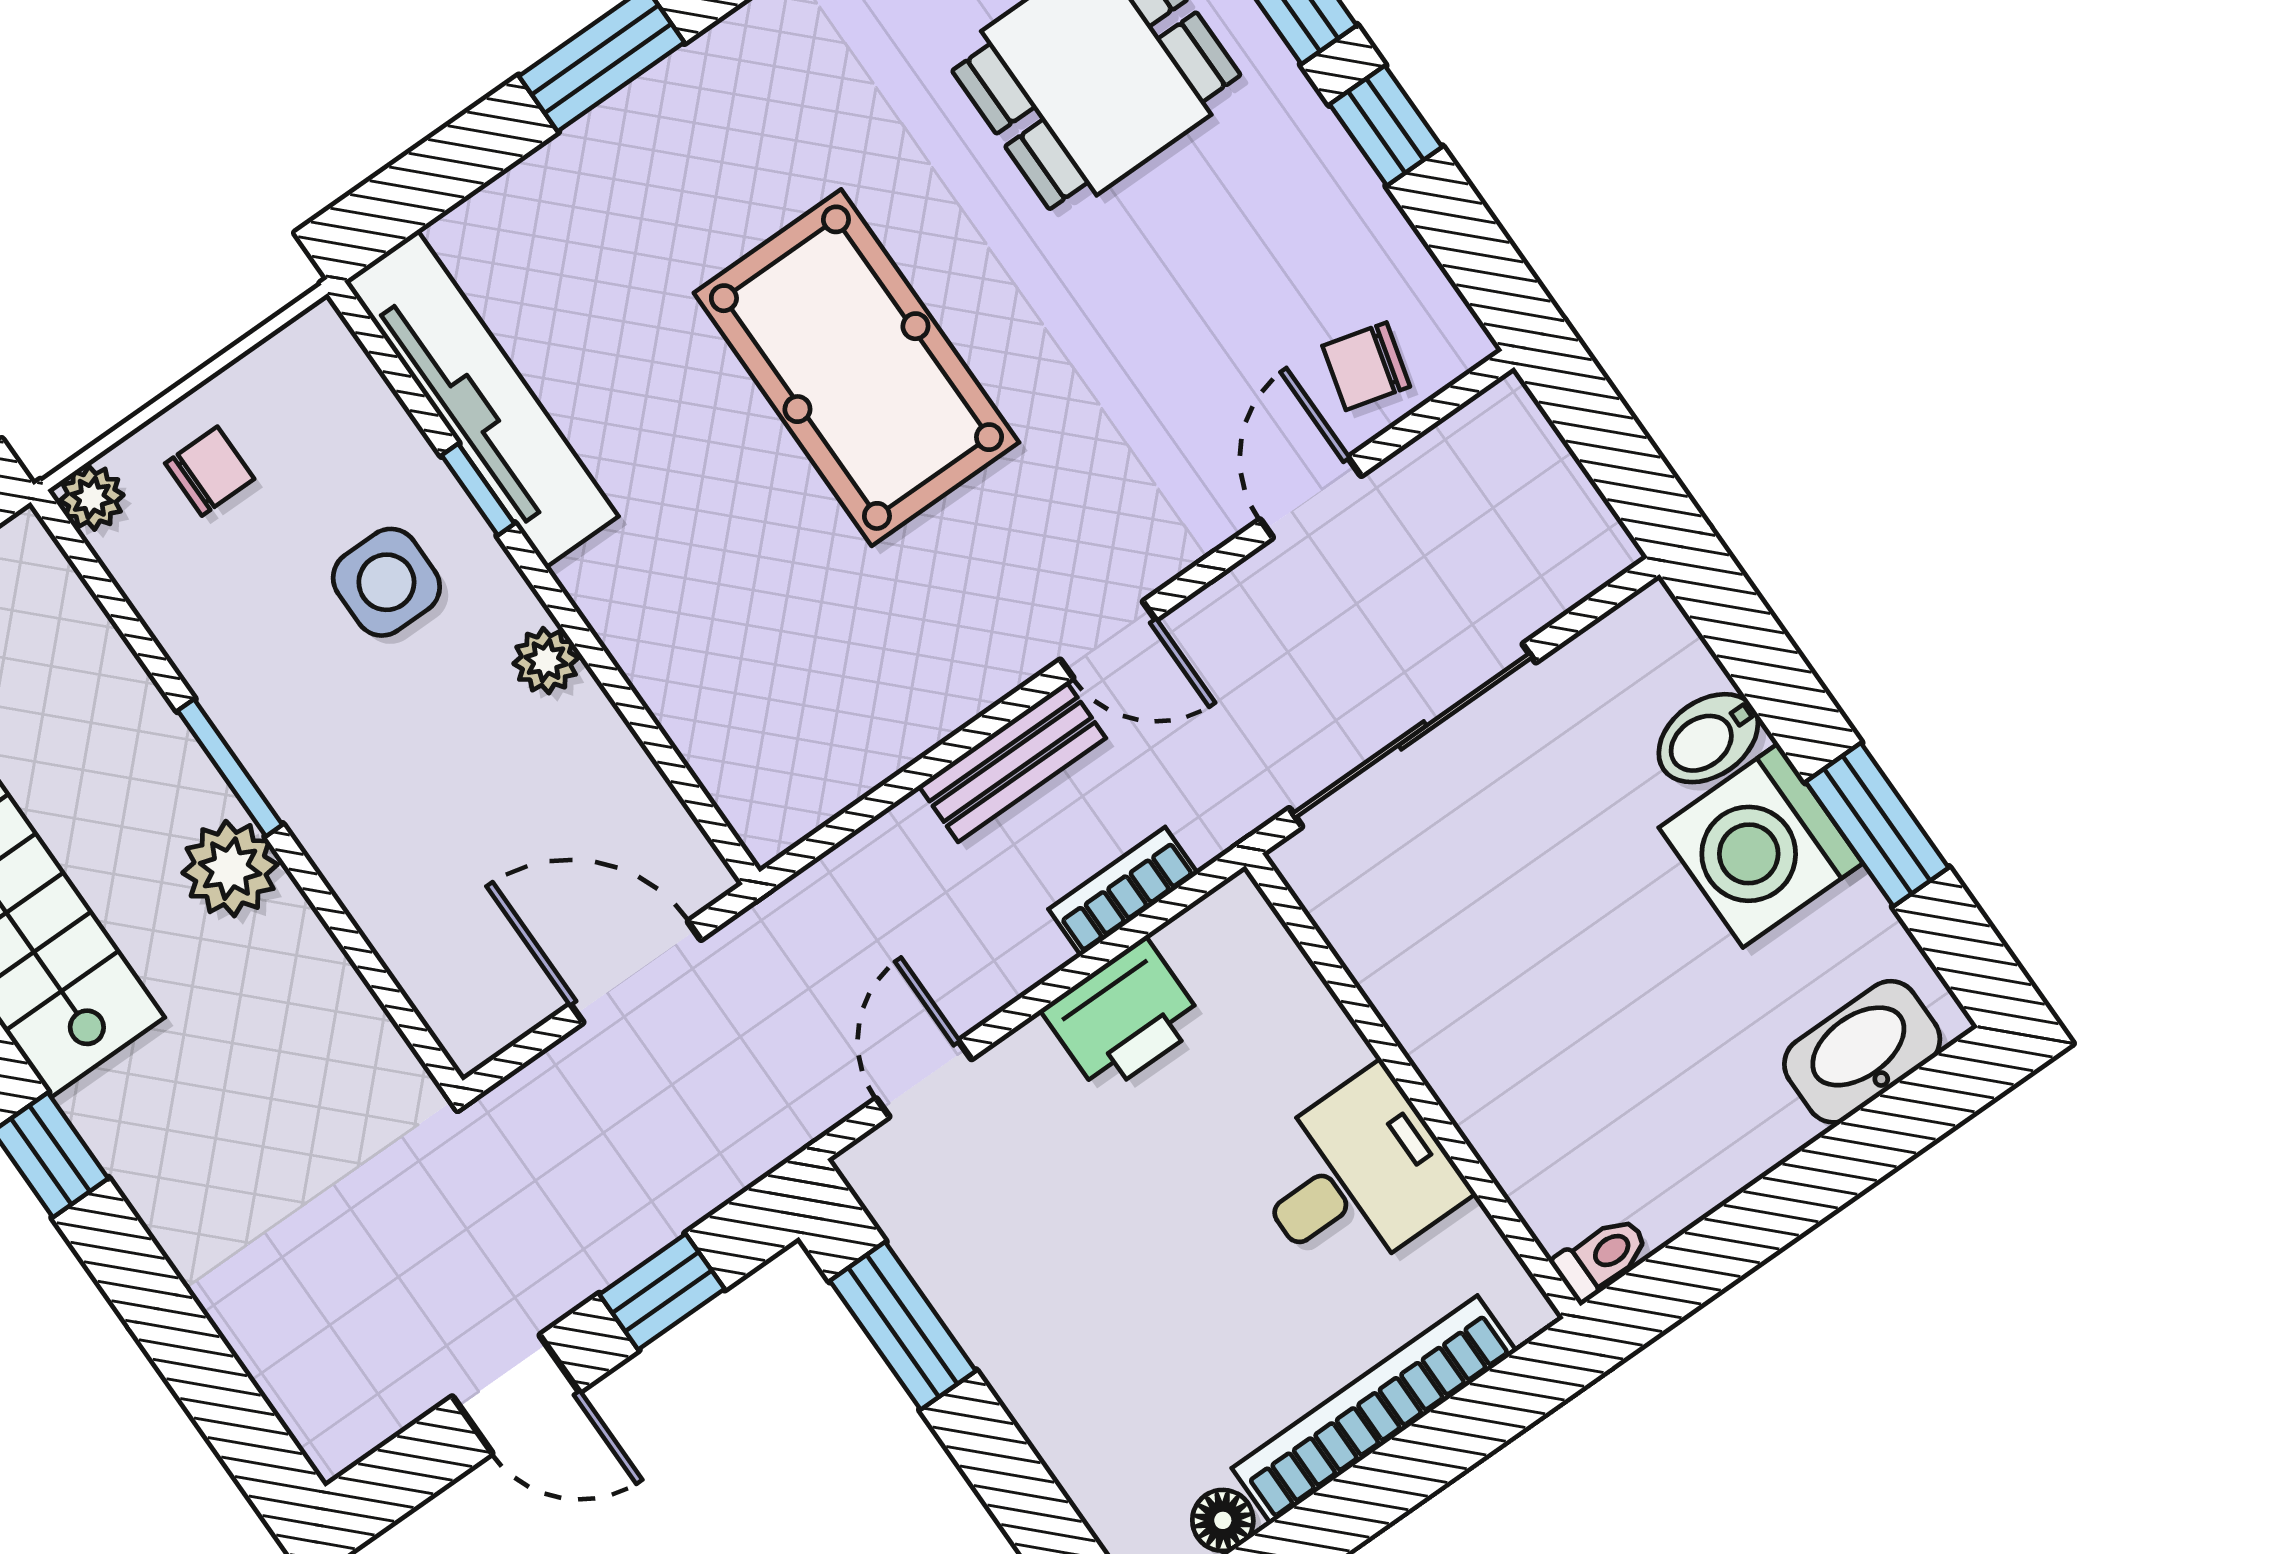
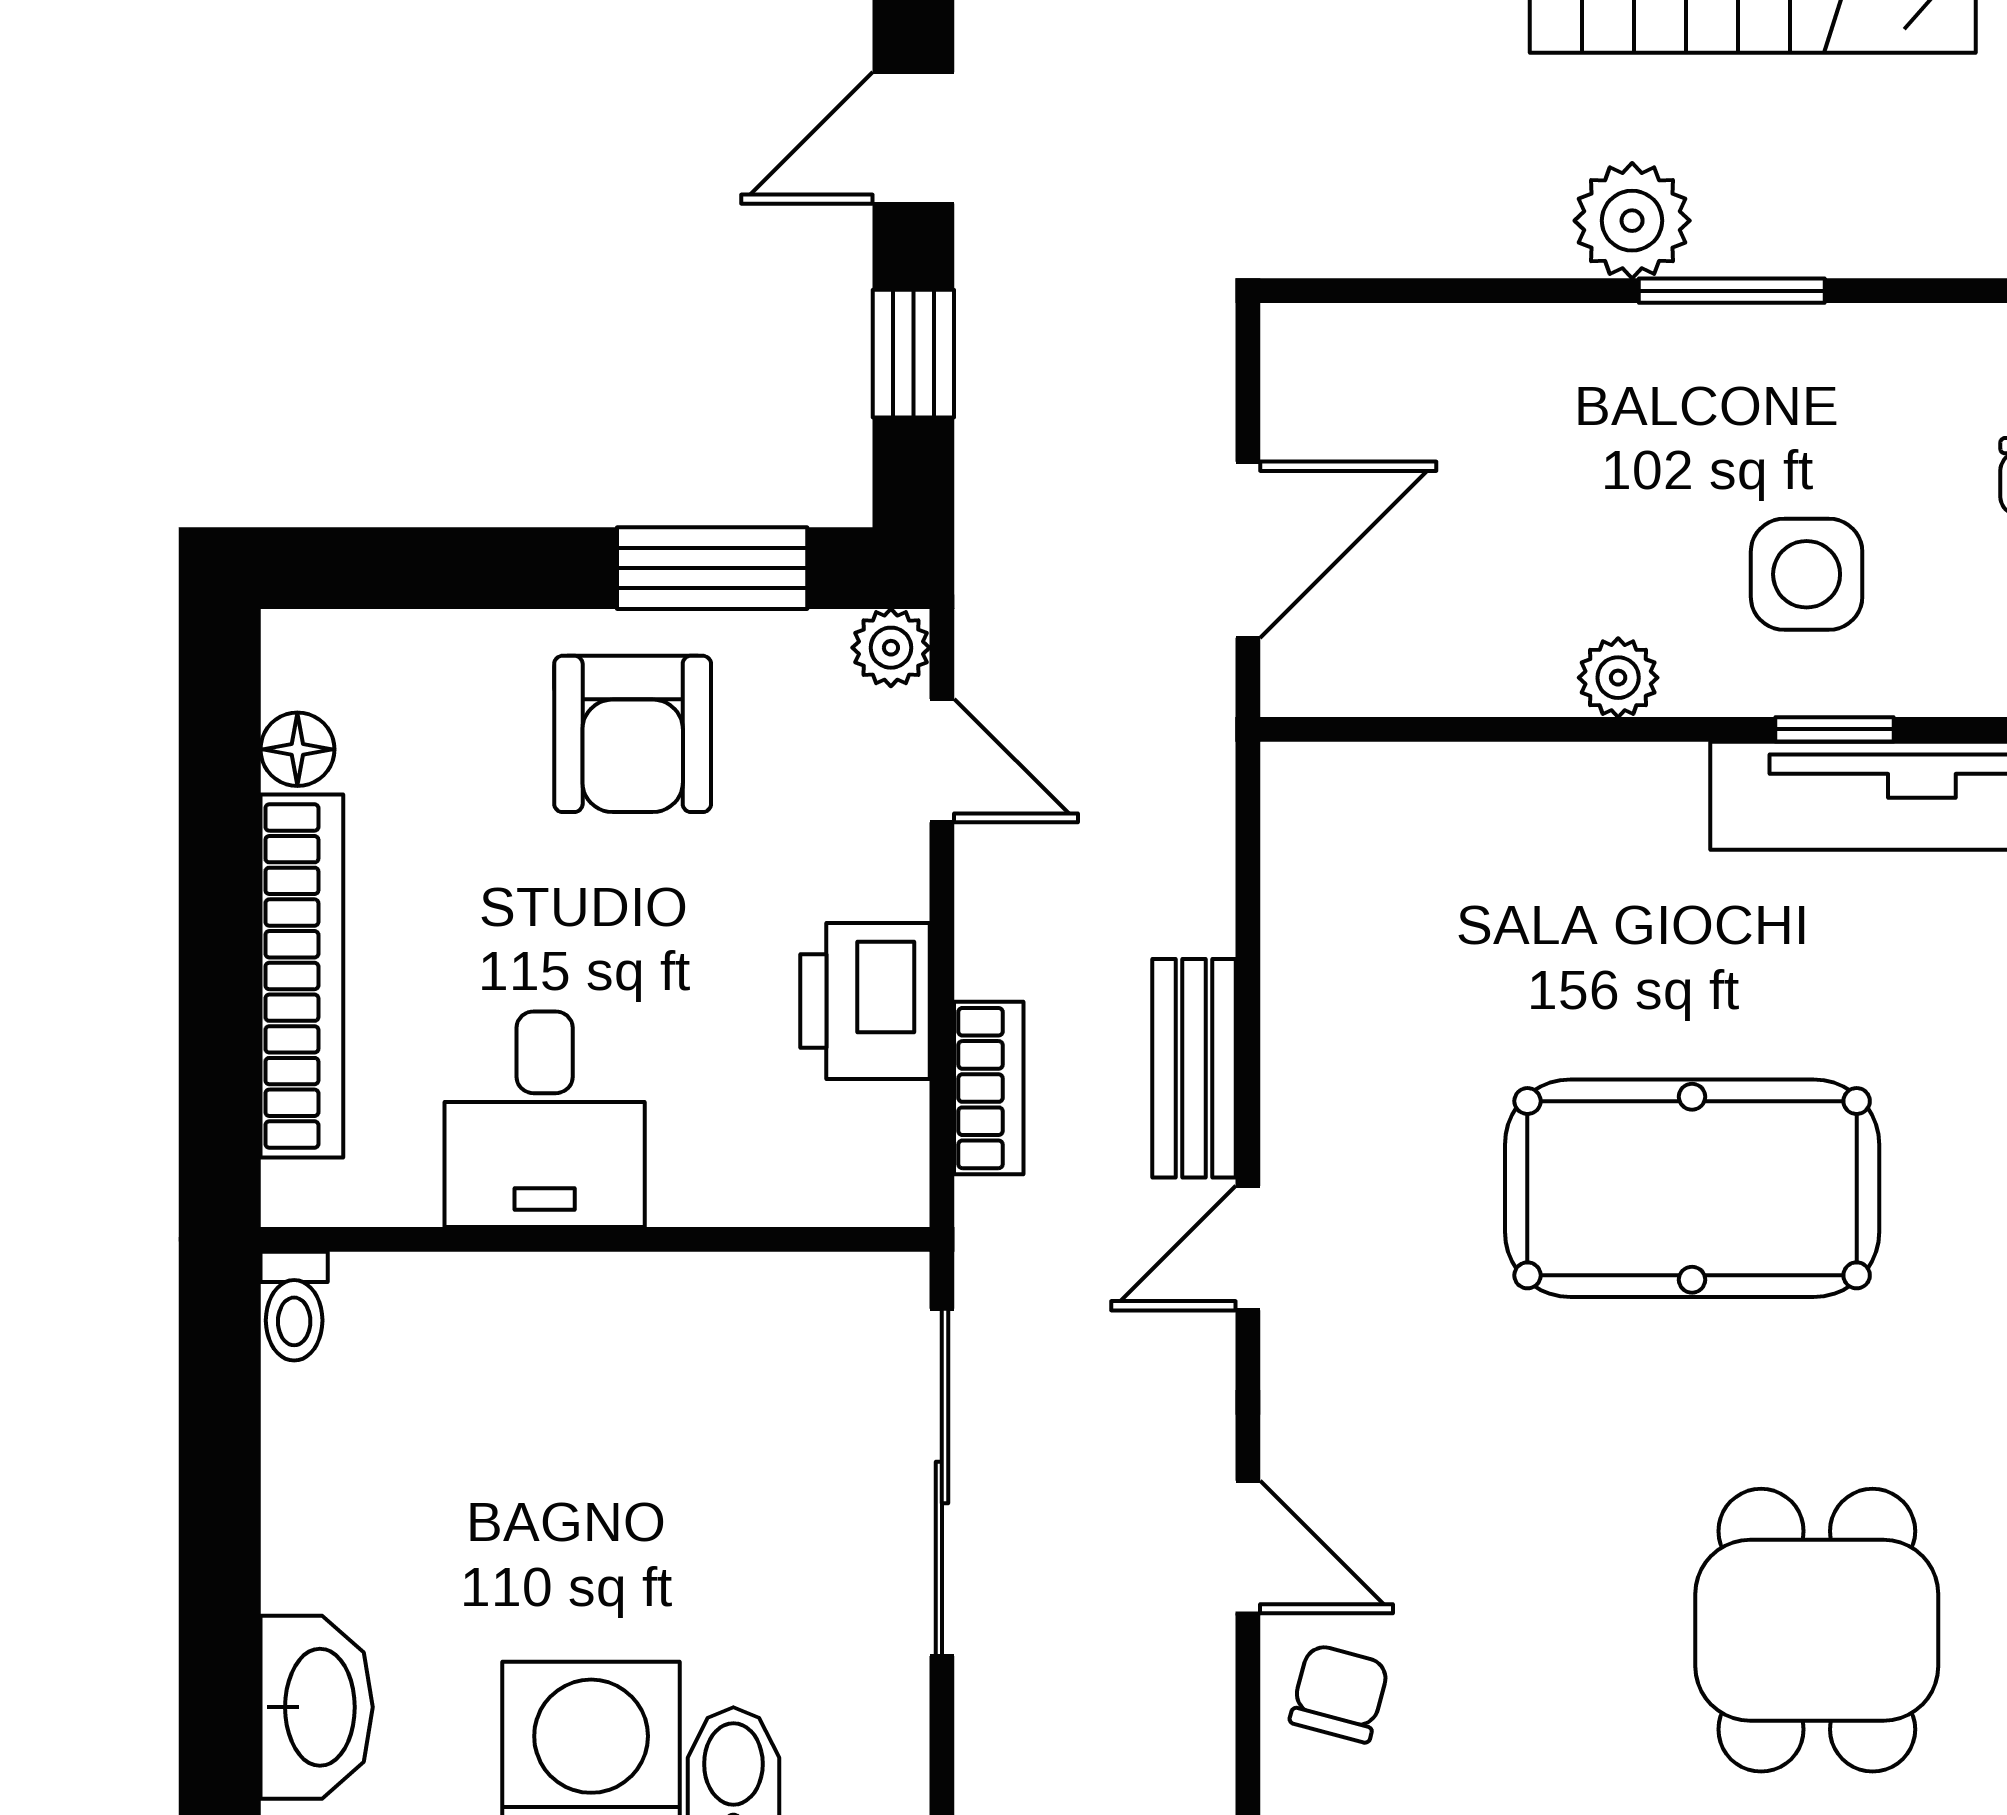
plant: (872, 1167) -> (891, 648), added
armchair: (1053, 1301) -> (633, 734), added

